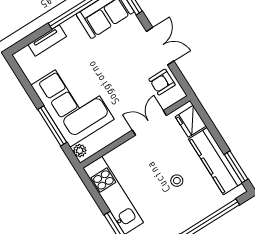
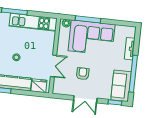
armchair: (162, 82) -> (83, 74), moved

